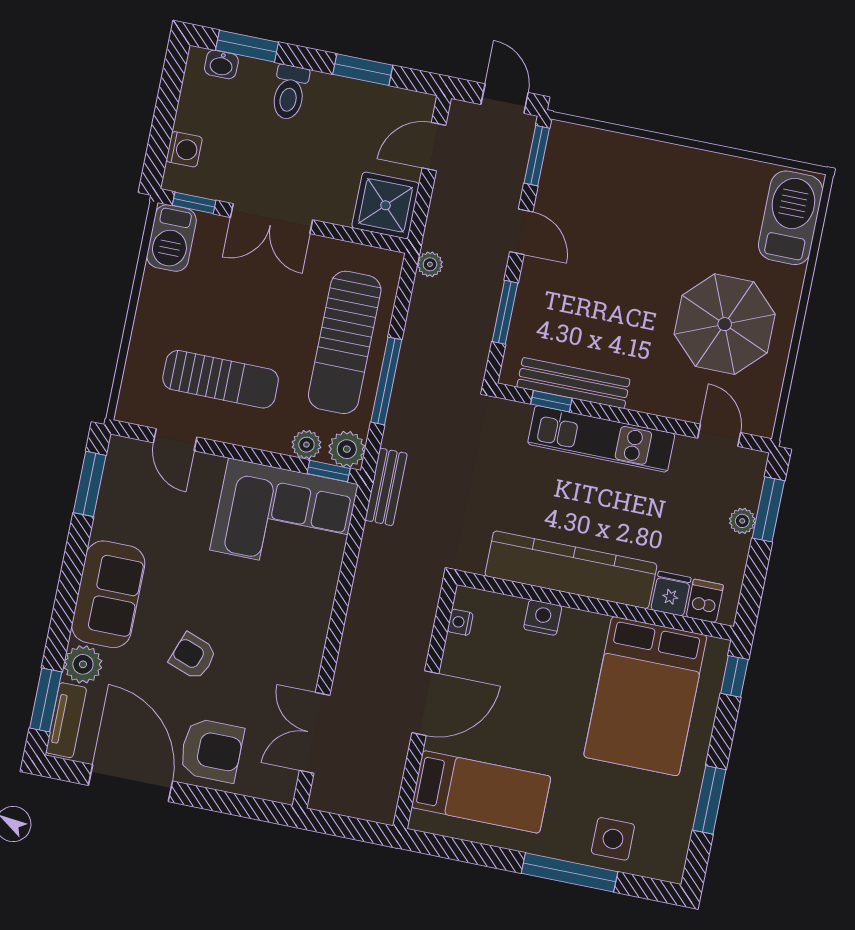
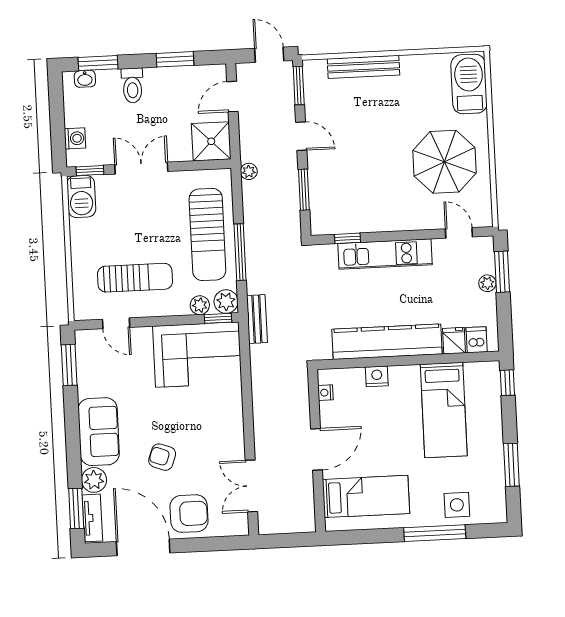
double door: (272, 219) -> (141, 168), swing flipped
bench: (573, 383) -> (363, 67), moved
bed: (645, 696) -> (444, 410), width x0.67

